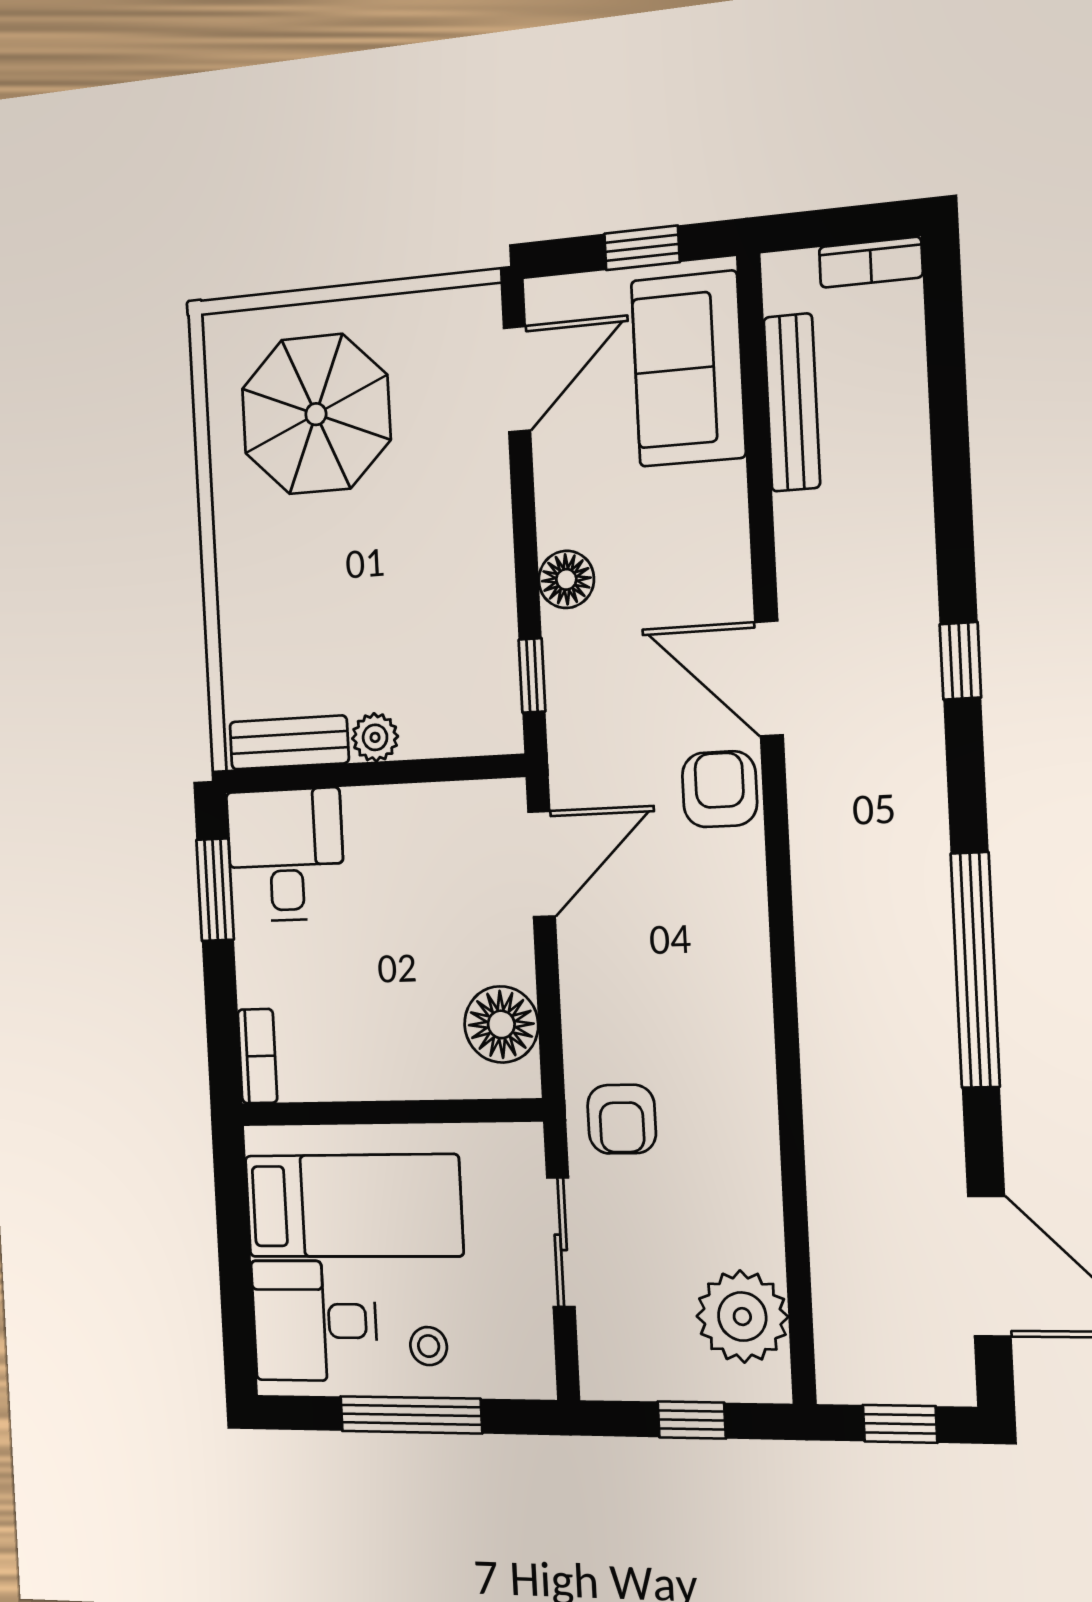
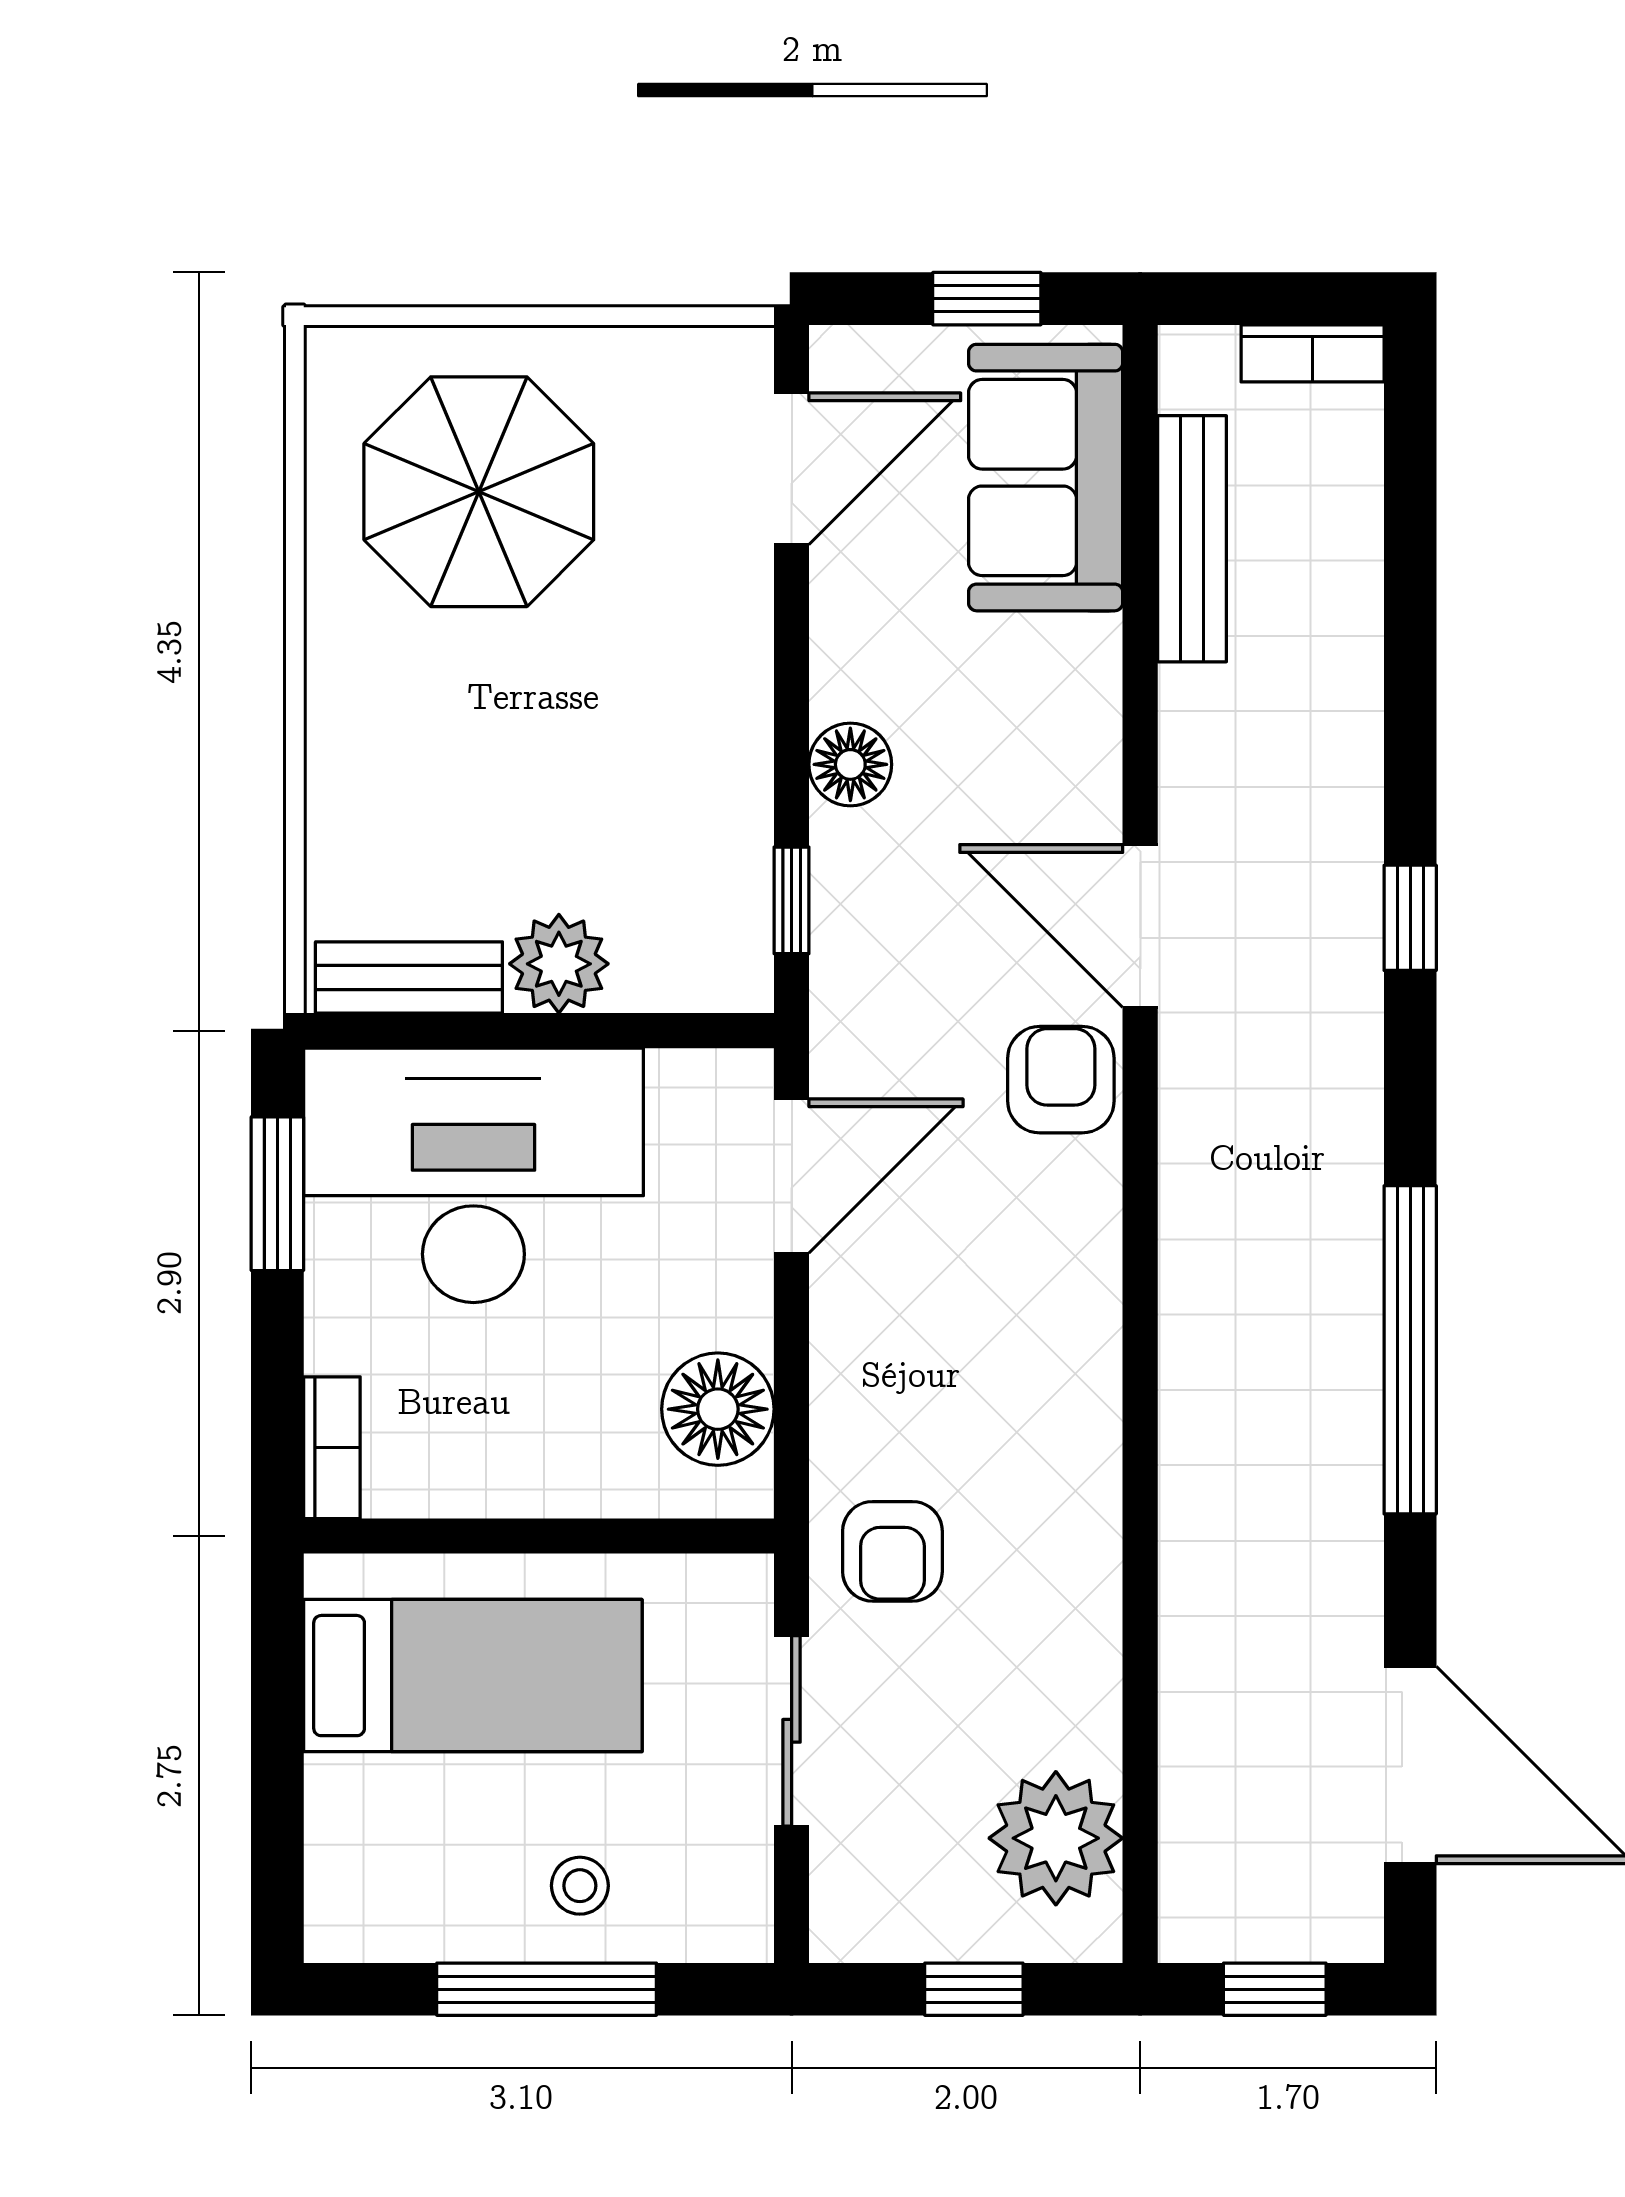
plant: (375, 737) -> (559, 964), width x1.38, depth x1.38
desk: (286, 855) -> (473, 1175), width x1.87, depth x1.30
desk: (314, 1321) -> (401, 1849), removed

